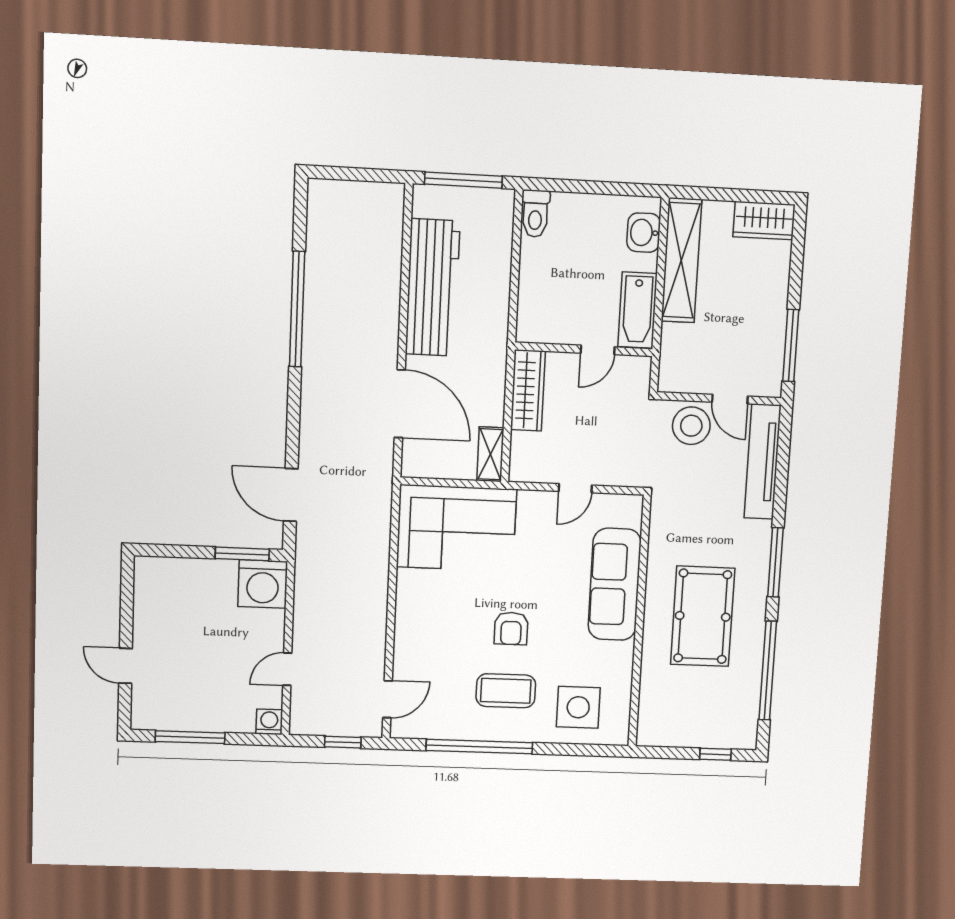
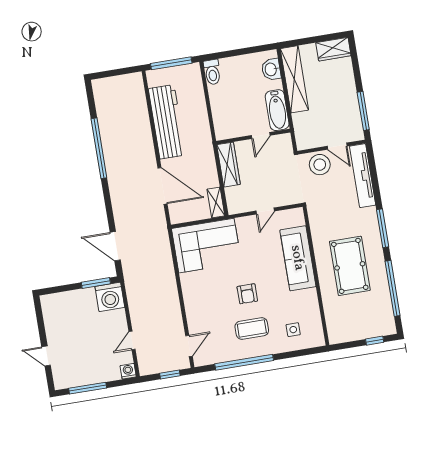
side table: (578, 707) -> (293, 330), width x0.54, depth x0.54

